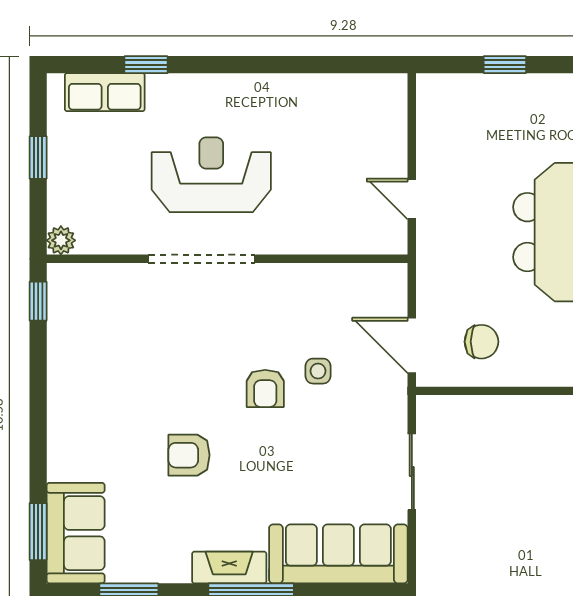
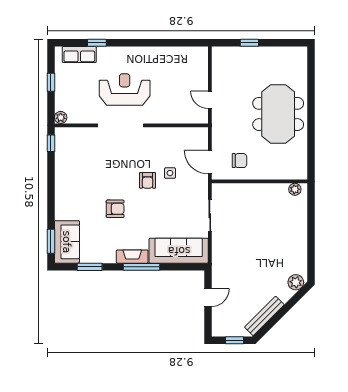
armchair: (189, 455) -> (115, 209), turned 180

